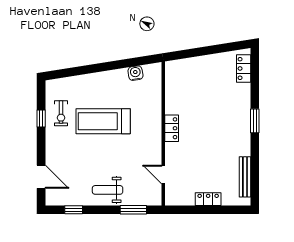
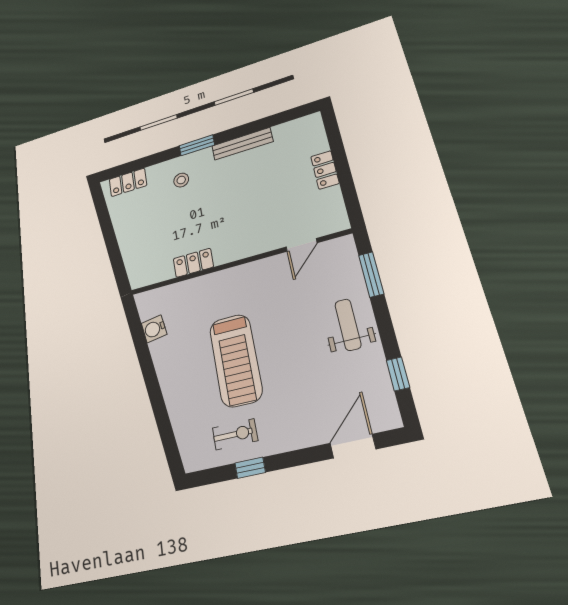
stool: (232, 106) -> (181, 180), added
locker: (172, 128) -> (193, 263), moved
bench: (245, 177) -> (242, 144), moved
weight bench: (108, 190) -> (348, 325), turned 180

